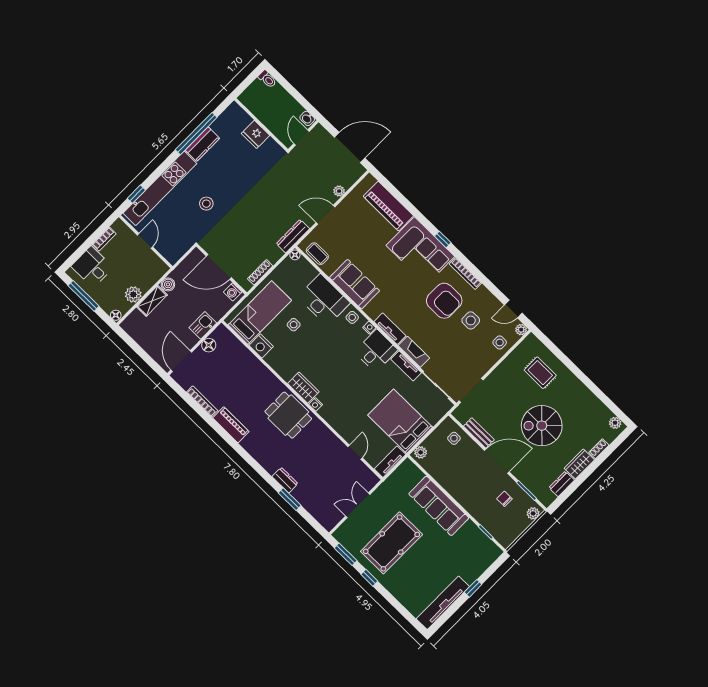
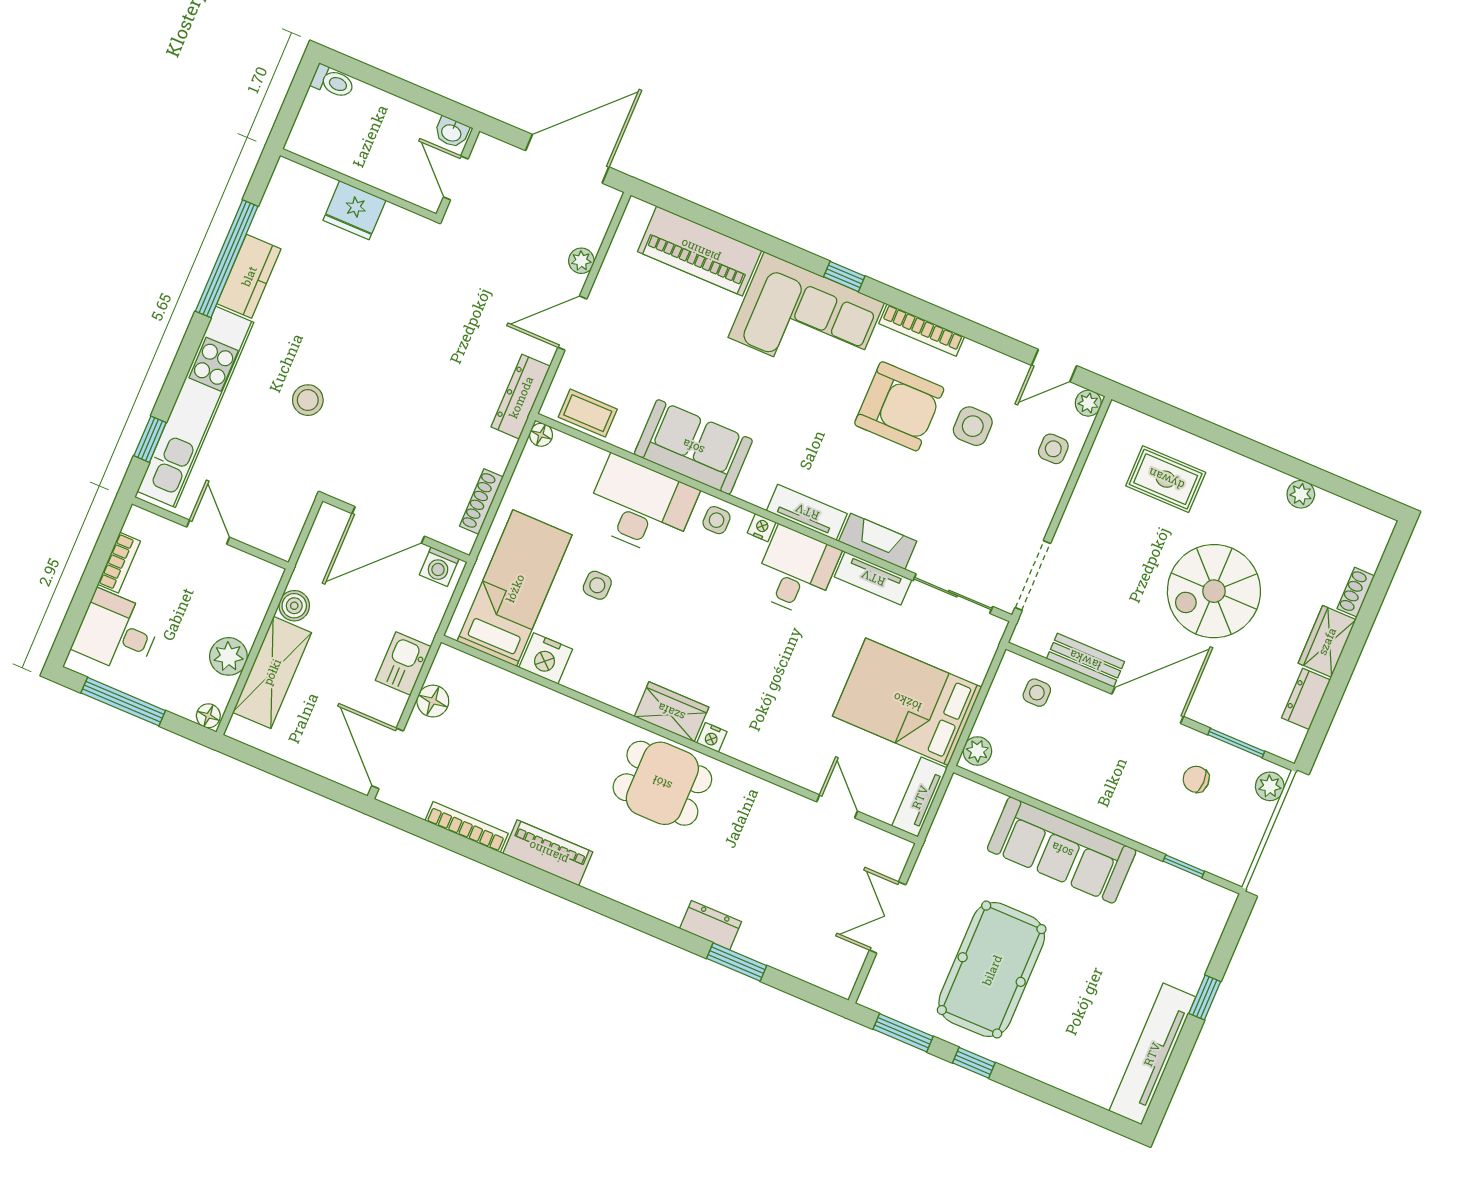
shelving: (152, 301) -> (272, 672), width x1.50, depth x1.33
plant: (615, 423) -> (1301, 494), moved

